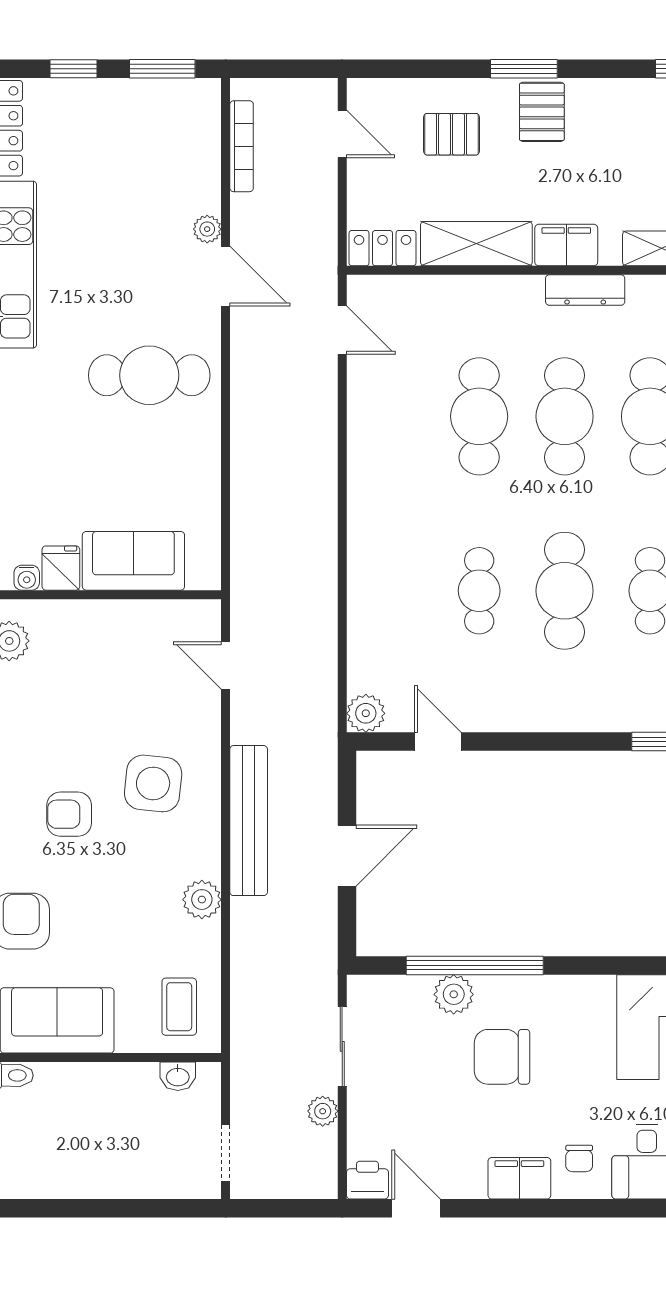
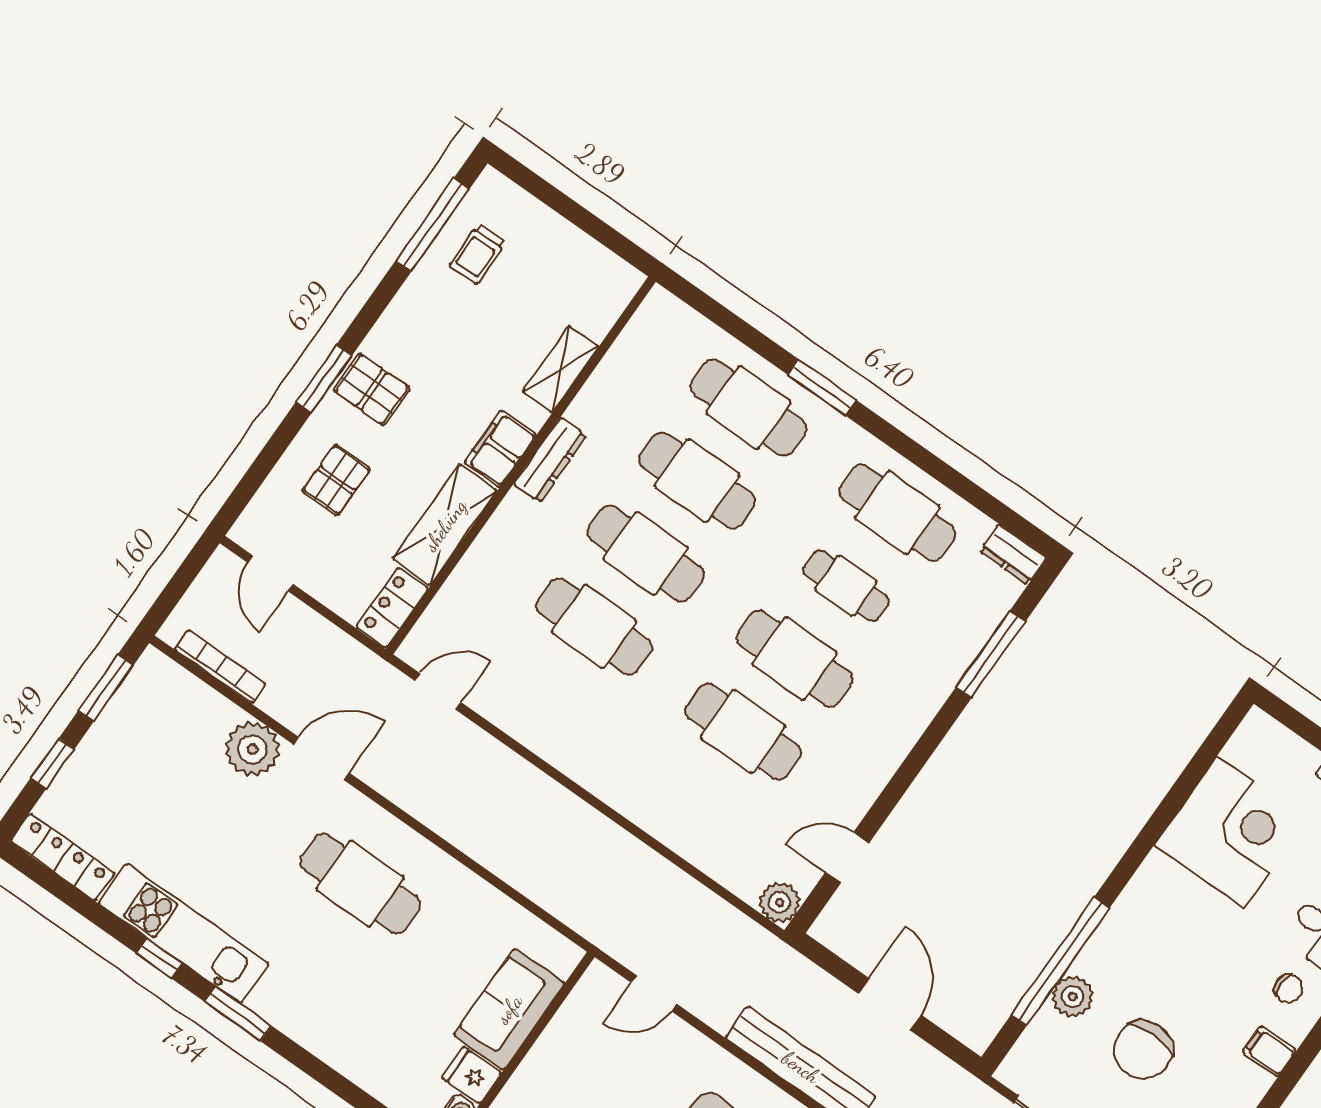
door: (342, 134) -> (270, 573), swing flipped
plant: (207, 229) -> (252, 749), width x1.88, depth x1.88
cafe table: (149, 375) -> (360, 884), turned 90
cafe table: (479, 591) -> (743, 732), width x1.37, depth x1.35
chair: (502, 1057) -> (1143, 1050), moved
filing cabinet: (519, 1178) -> (1269, 1051), width x0.50

